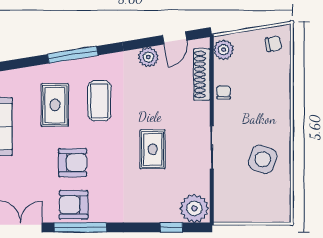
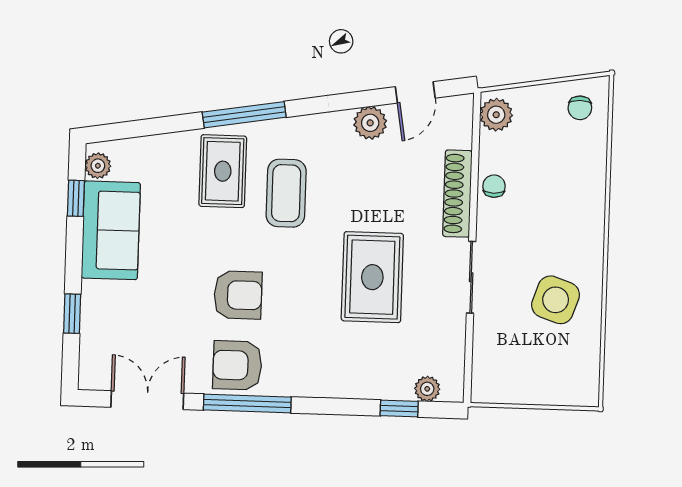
chair: (273, 44) -> (580, 108), turned 100
shoe rack: (202, 74) -> (457, 194), moved
rug: (55, 105) -> (223, 171), moved
rug: (153, 149) -> (372, 277), width x1.36, depth x1.43
plant: (194, 208) -> (427, 389), width x0.53, depth x0.53

